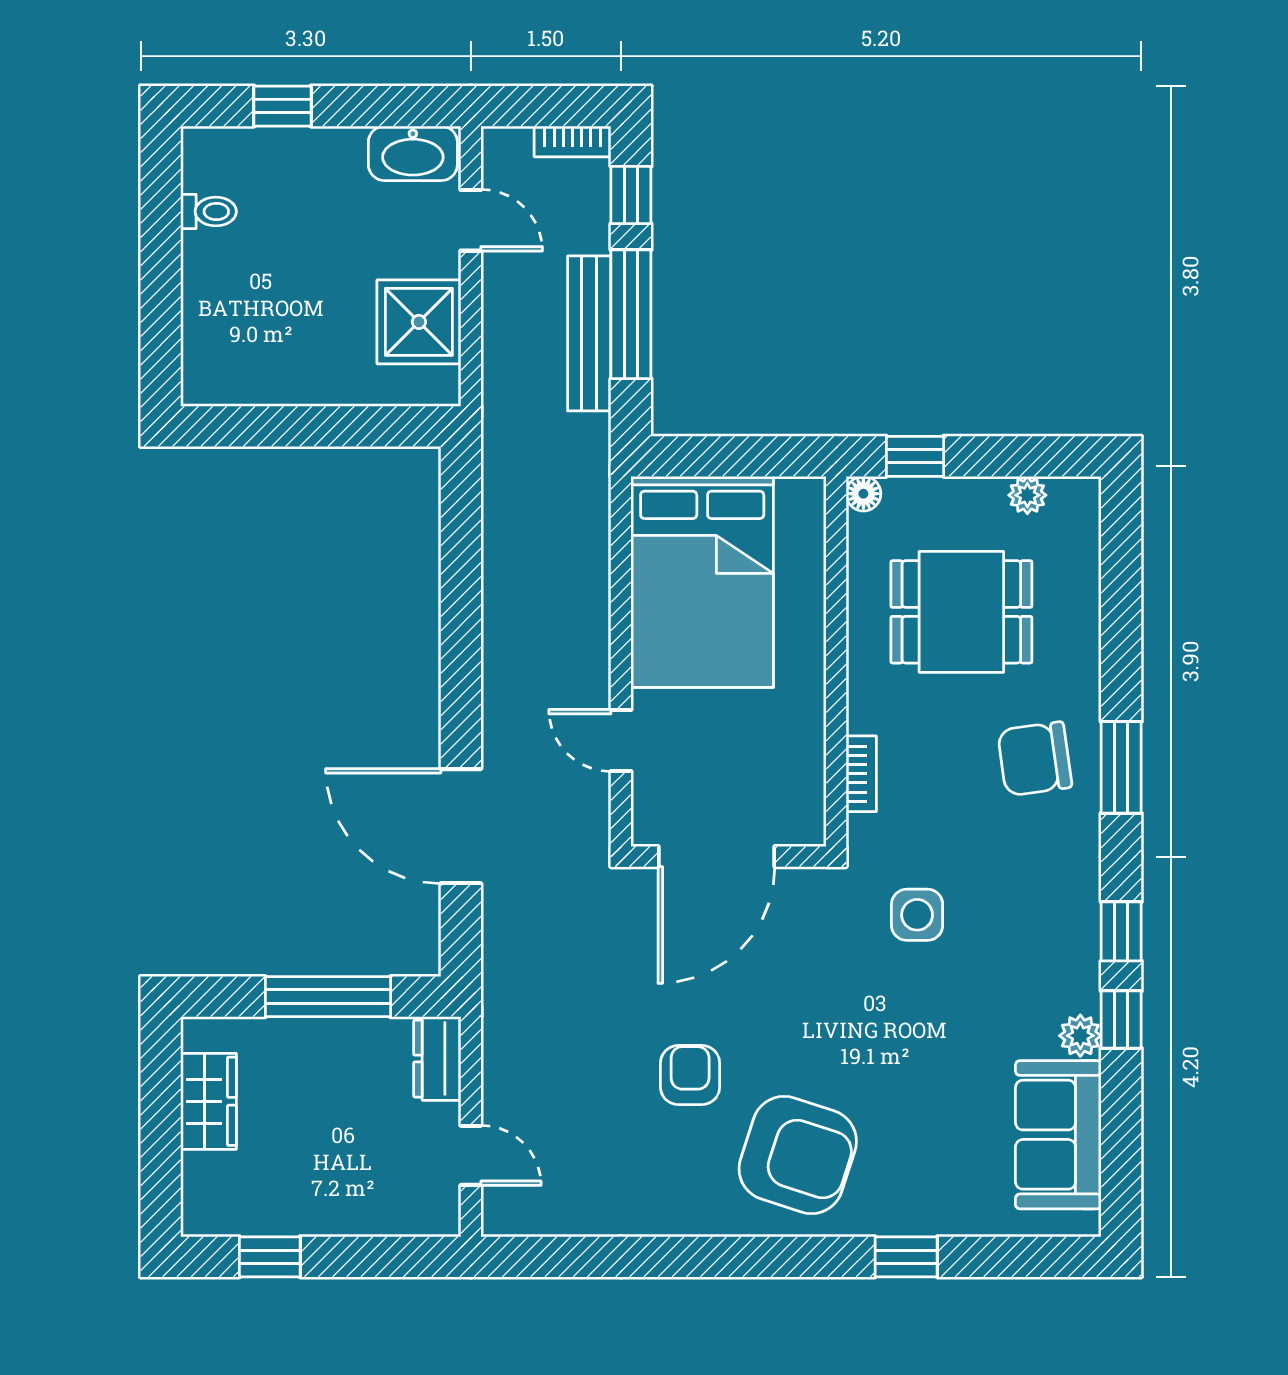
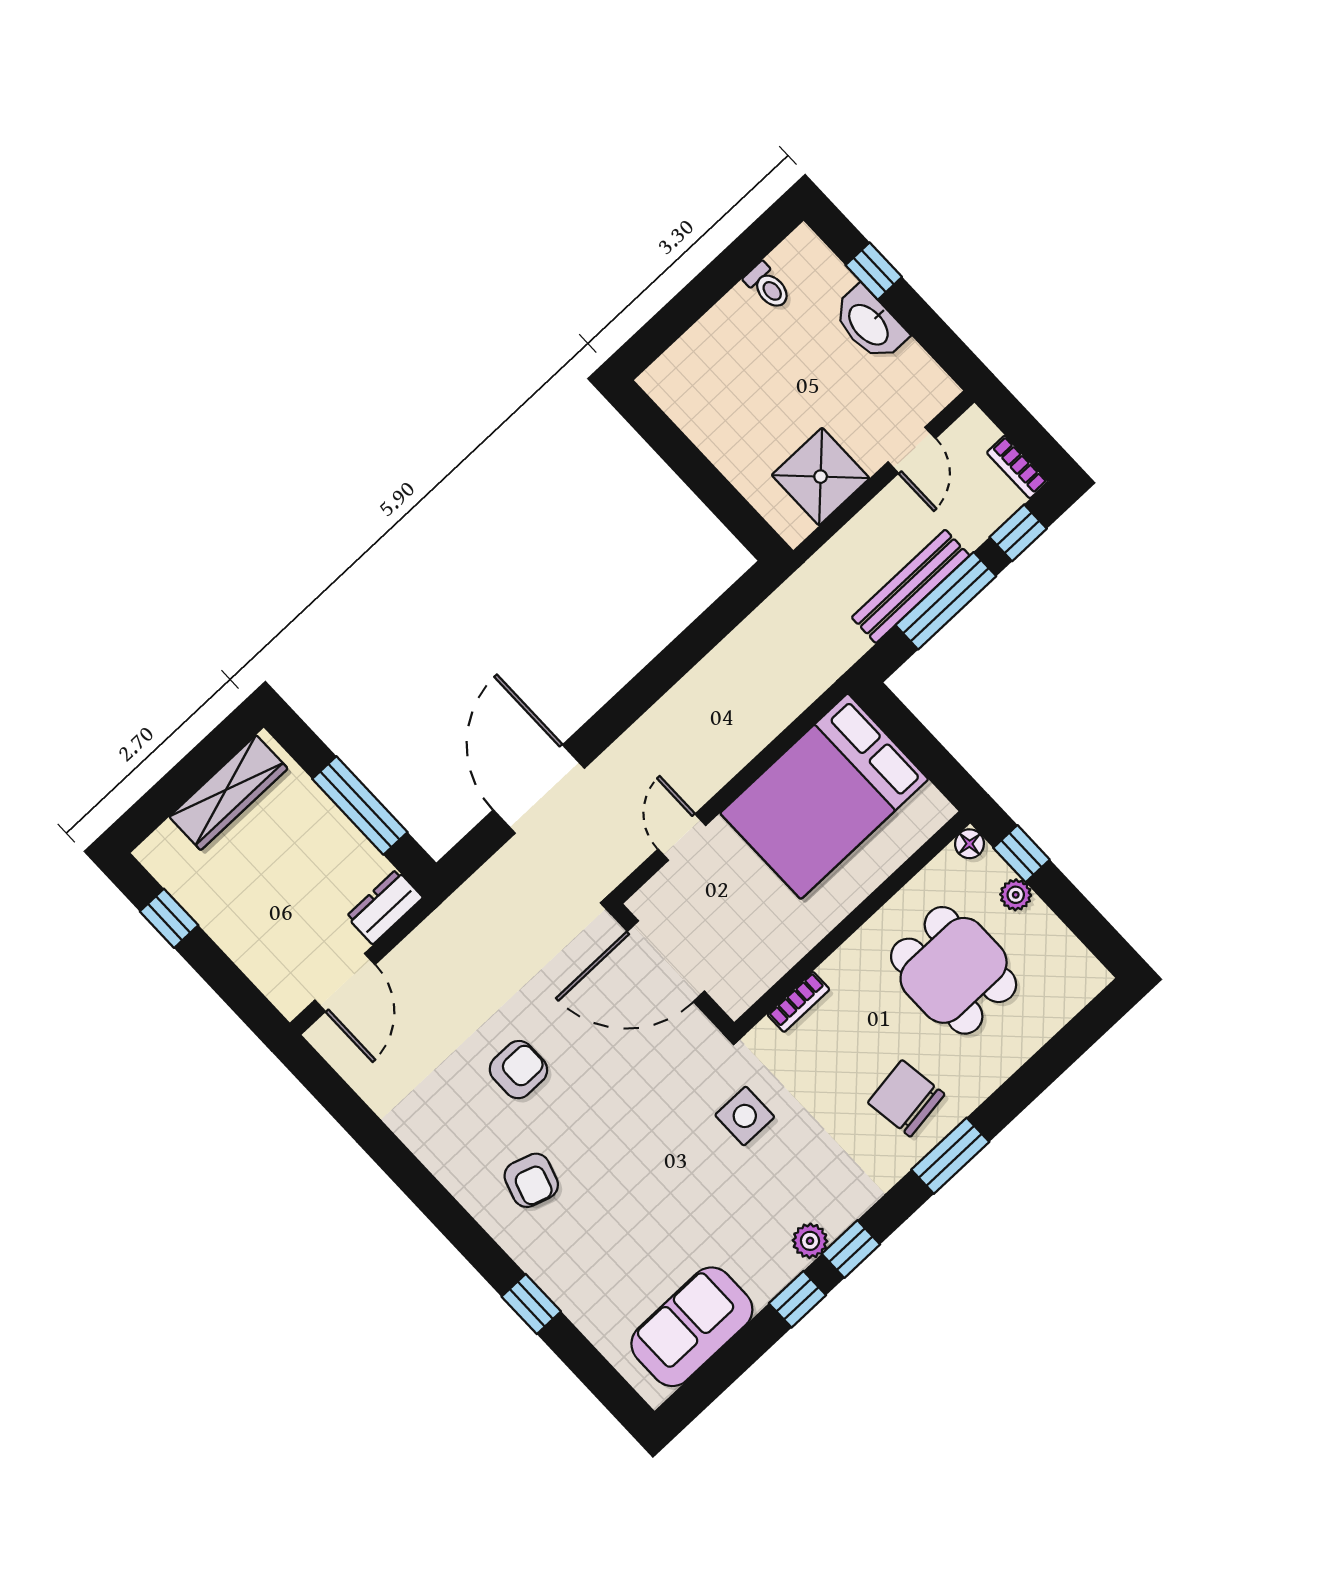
washbasin: (413, 153) -> (869, 324), moved
plant: (1027, 495) -> (1016, 895), moved
plant: (1080, 1036) -> (810, 1241), moved
wardrobe: (208, 1101) -> (228, 793), width x1.50
door: (471, 1155) -> (345, 982), width x1.37
armchair: (798, 1155) -> (531, 1180), width x0.53, depth x0.53

